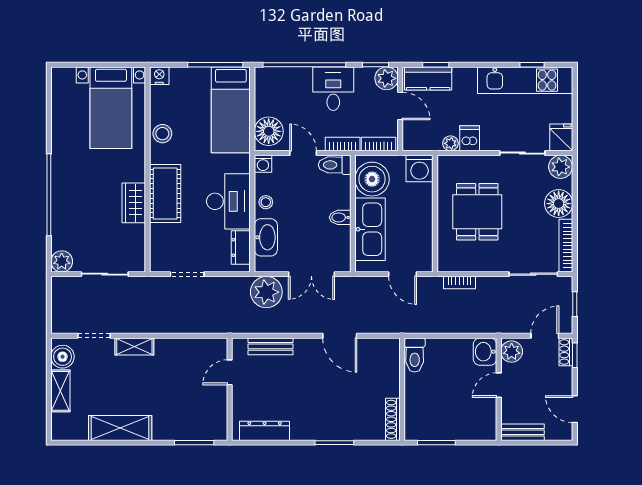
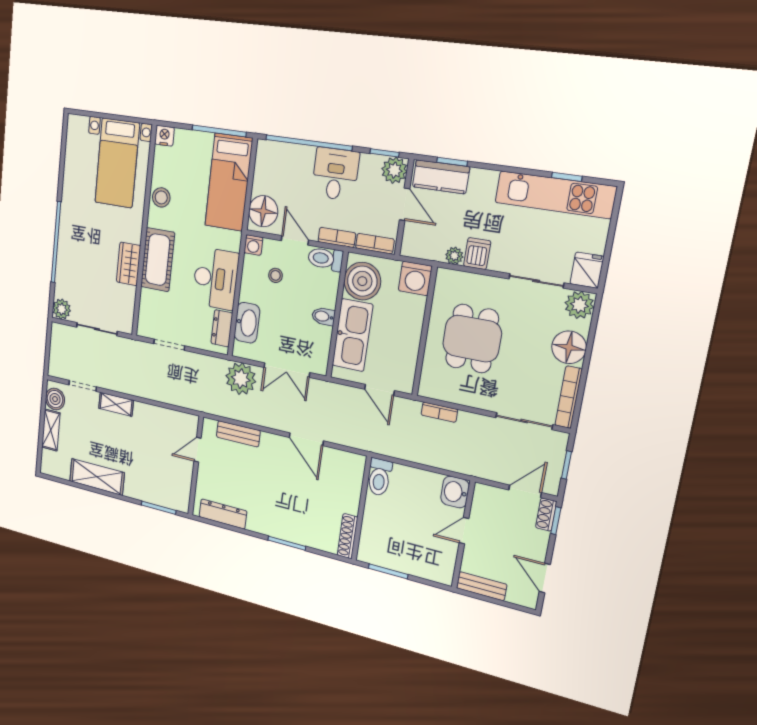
stool: (266, 202) -> (275, 275), moved
plant: (512, 352) -> (484, 499), removed

